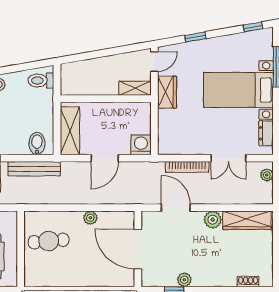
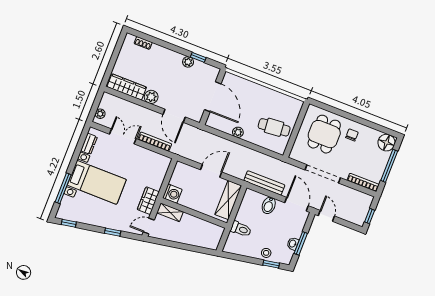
toilet: (41, 81) -> (241, 229), moved
bidet: (37, 143) -> (269, 205), moved
washing machine: (141, 145) -> (172, 194), moved, turned -90

